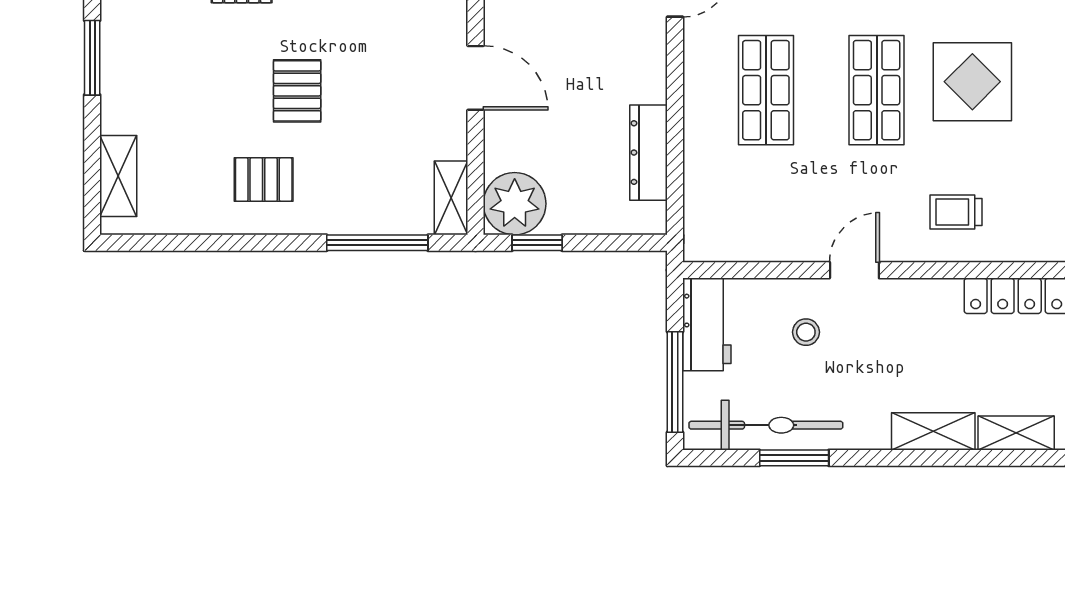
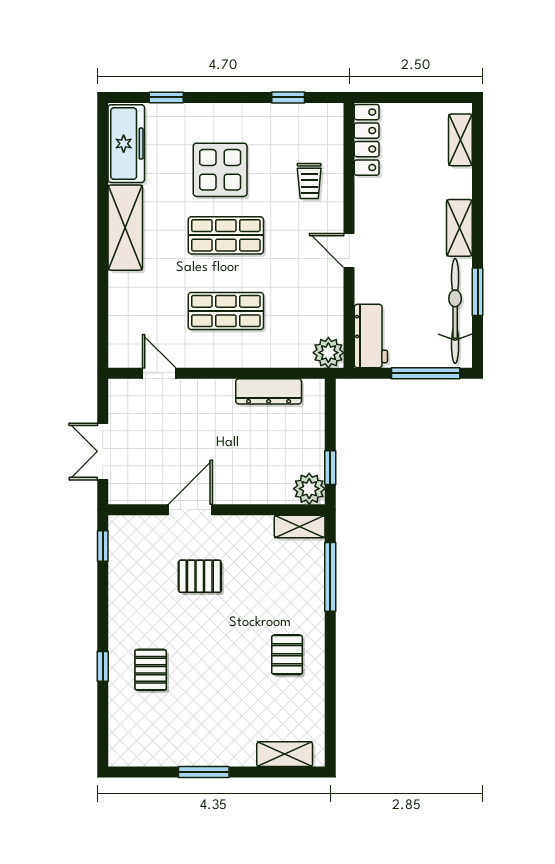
door: (476, 78) -> (190, 510), moved
pallet: (297, 91) -> (200, 576), moved
plant: (515, 204) -> (309, 489), width x0.73, depth x0.73
plant: (705, 240) -> (328, 353), added
workbench: (707, 324) -> (371, 336), moved, turned 90
stool: (806, 332) -> (391, 284), removed
shelving: (933, 431) -> (459, 228), moved

